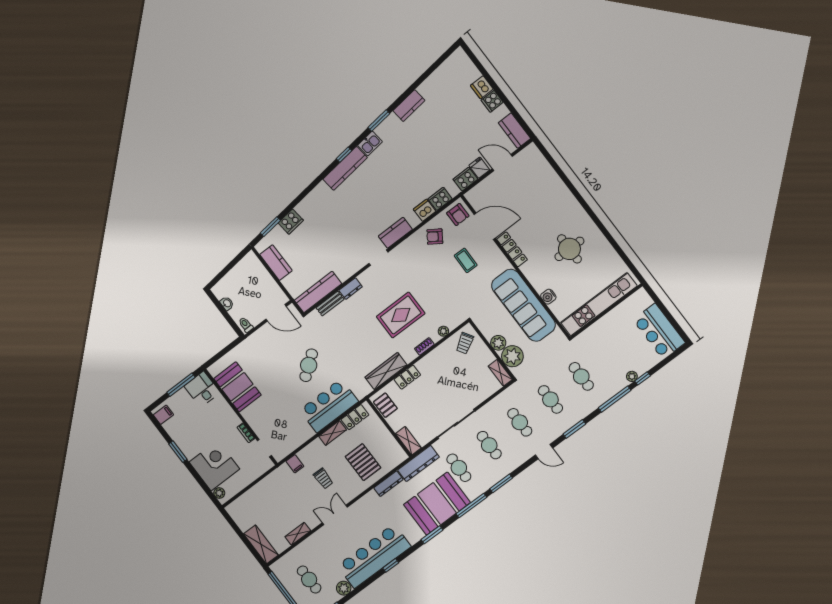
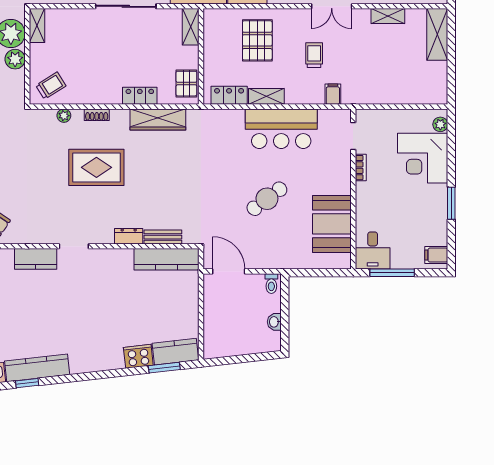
kitchen counter: (276, 263) -> (175, 352), moved, turned 84
cafe table: (309, 365) -> (267, 199), moved
bar counter: (329, 406) -> (281, 129), moved

